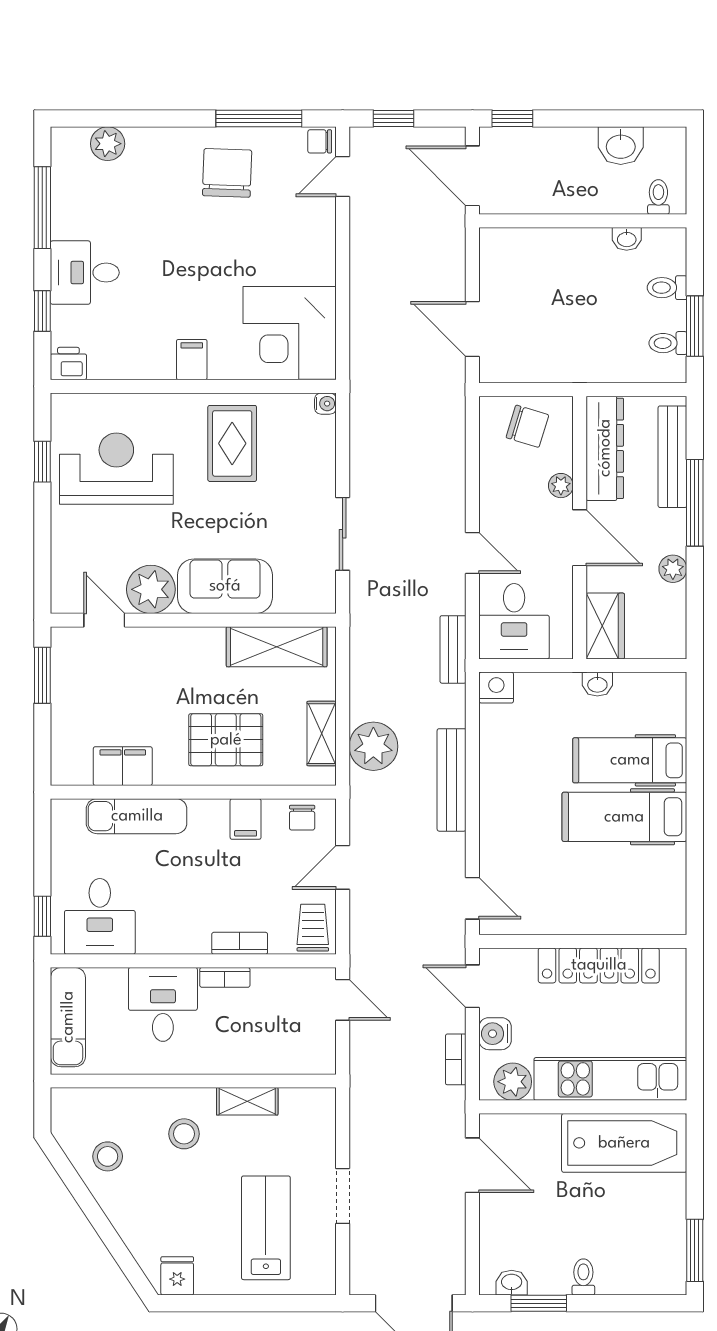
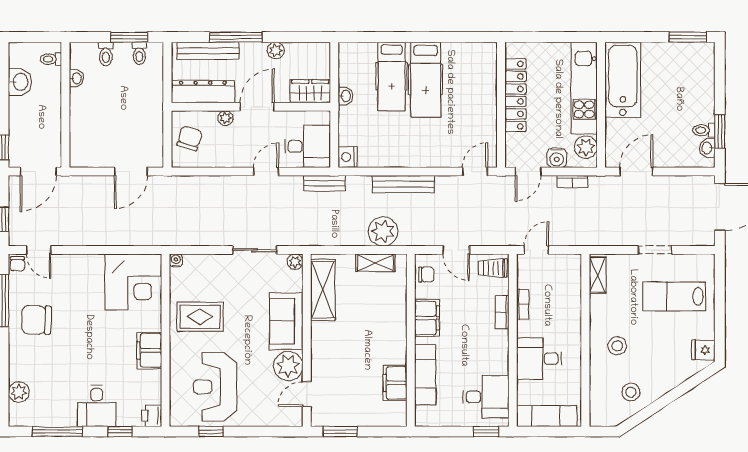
filing cabinet: (192, 360) -> (149, 350), width x2.00
plant: (323, 601) -> (295, 262), added
pallet: (226, 740) -> (379, 321), removed
filing cabinet: (246, 819) -> (427, 318), width x2.00
bookcase: (225, 977) -> (523, 304), moved
shelving: (247, 1101) -> (598, 275), moved
toilet: (583, 1277) -> (704, 130), moved

